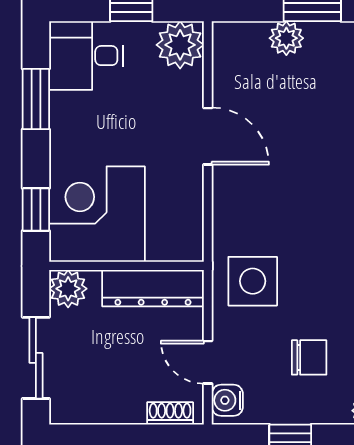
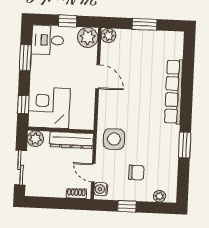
plant: (286, 38) -> (108, 35), moved

